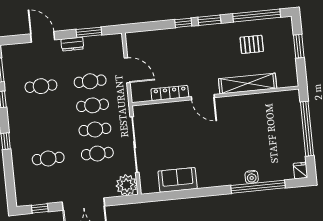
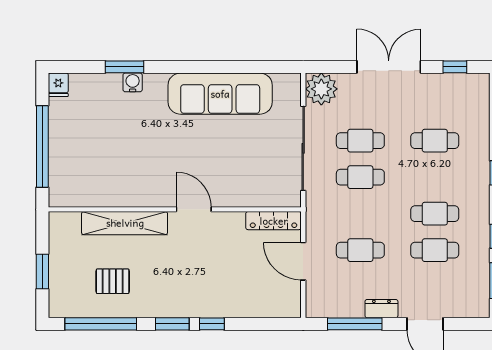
window: (89, 32) -> (355, 324), width x1.44
locker: (170, 93) -> (274, 221), moved
cafe table: (93, 105) -> (435, 214), moved
sofa: (178, 180) -> (220, 94), width x1.85, depth x1.27
window: (258, 187) -> (125, 67), width x0.47

